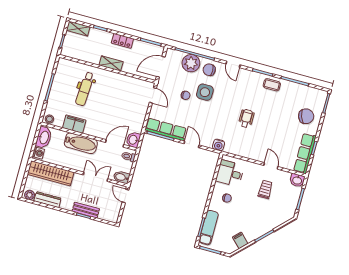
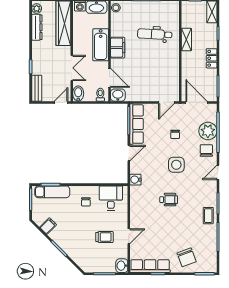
shelving: (111, 63) -> (186, 39), moved
side table: (205, 92) -> (176, 165), moved
filing cabinet: (74, 124) -> (118, 48), moved
bench: (86, 210) -> (37, 88), moved

